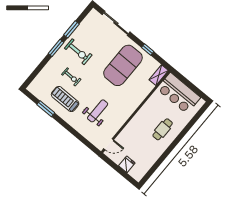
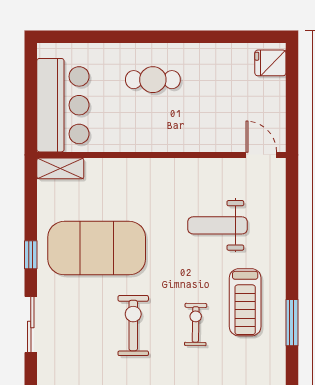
sliding door: (116, 23) -> (31, 324), width x0.73
window: (148, 50) -> (31, 255), moved
exercise bike: (78, 52) -> (133, 326), moved
fridge: (127, 164) -> (270, 63), moved

